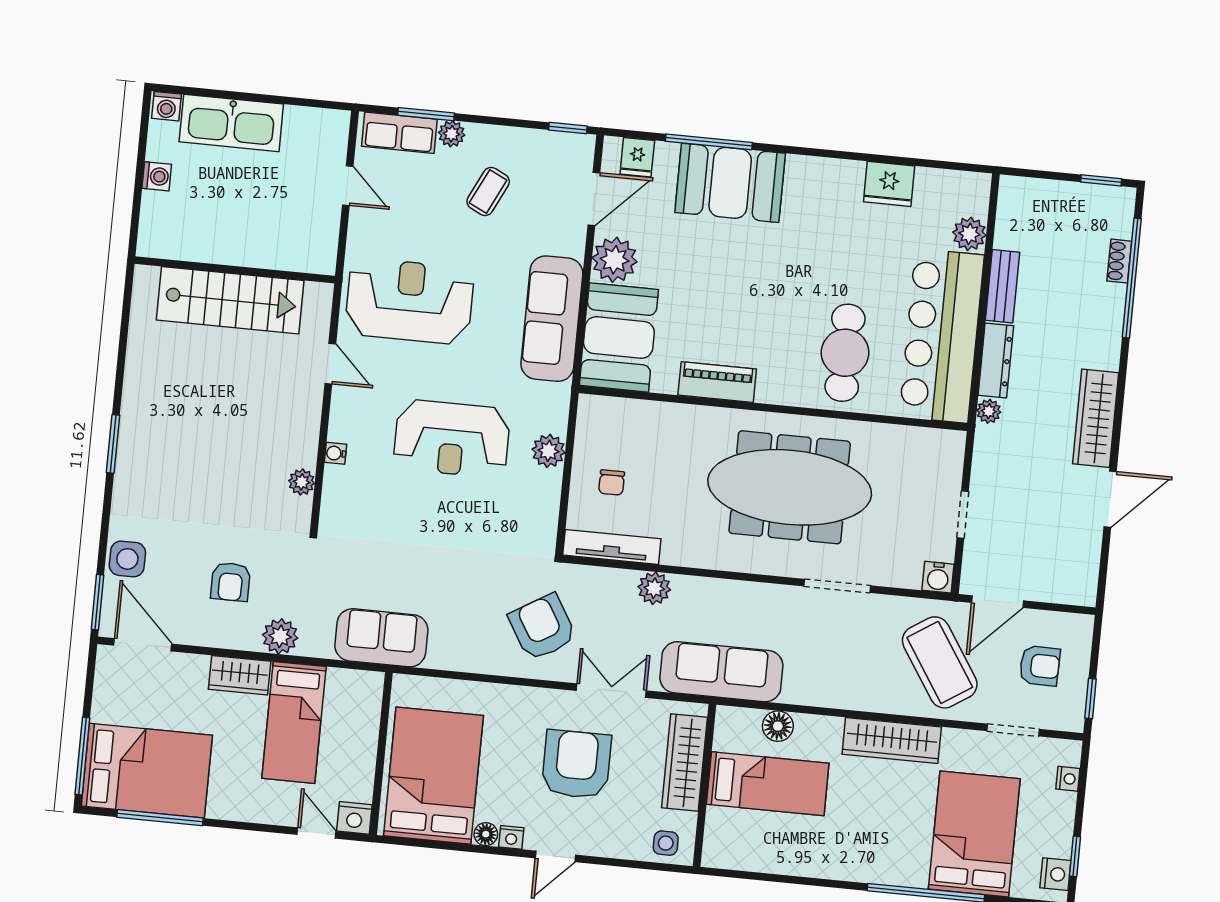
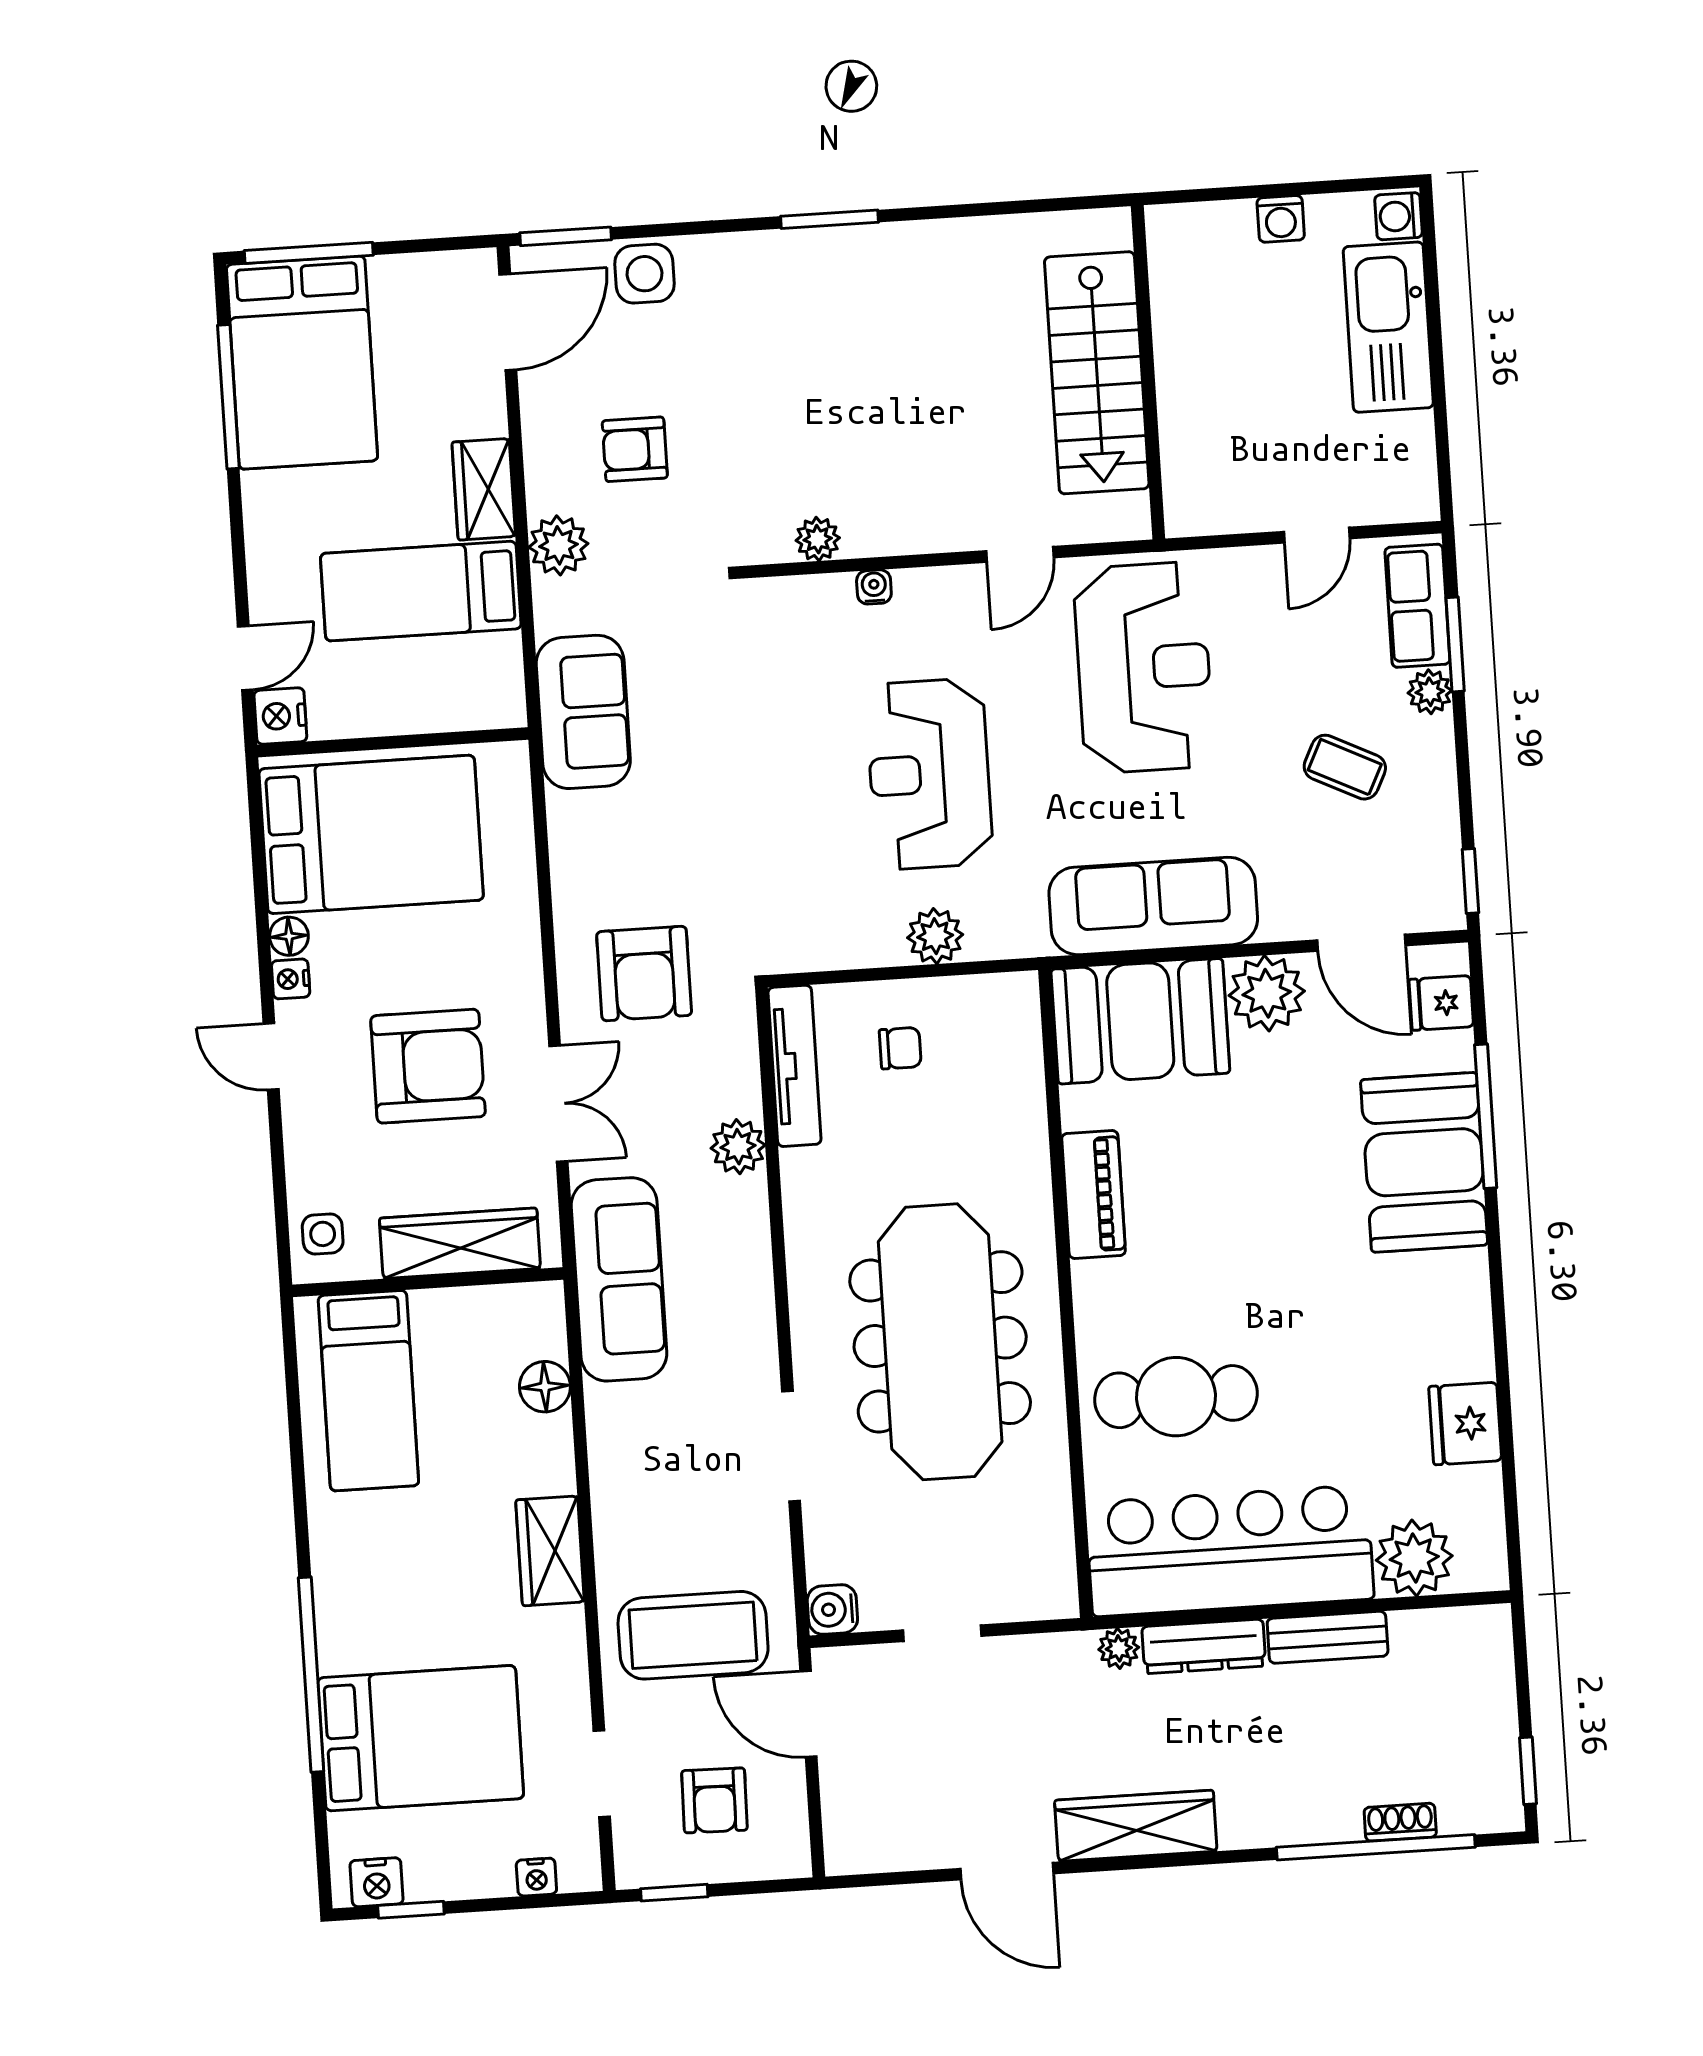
plant: (969, 234) -> (1414, 1558), width x1.36, depth x1.36
chair: (612, 483) -> (900, 1048), turned 180
armchair: (542, 627) -> (644, 974), turned 121
coffee table: (940, 662) -> (693, 1635), turned 33
wardrobe: (892, 741) -> (550, 1551), width x0.67
bed: (768, 784) -> (368, 1391), moved

